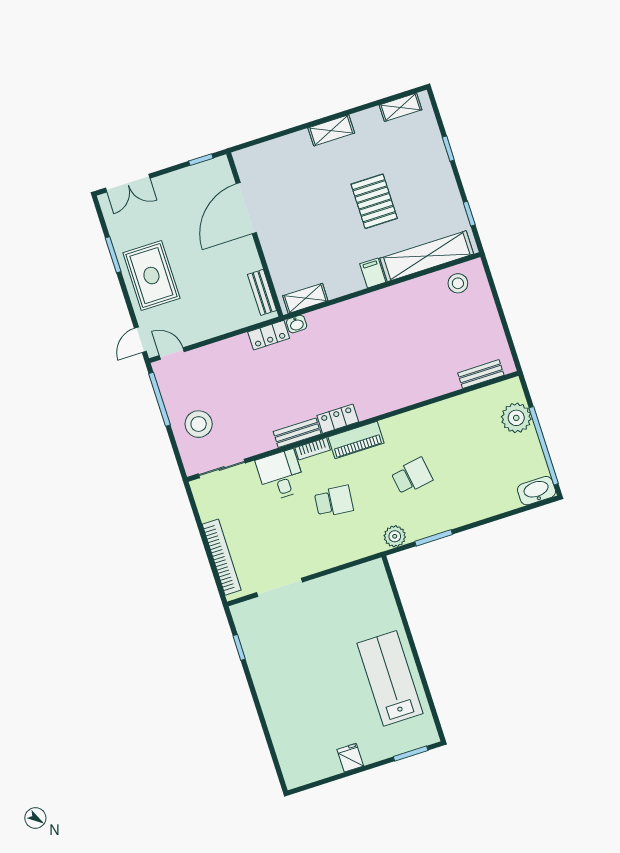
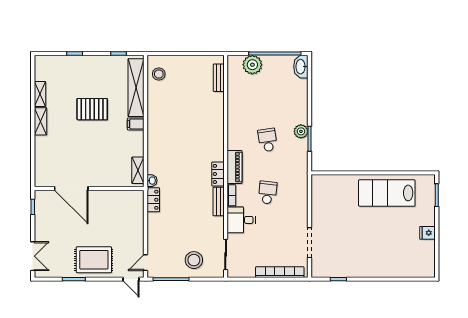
shelving: (400, 107) -> (40, 94), moved
bench: (262, 292) -> (126, 195), removed
plant: (395, 536) -> (301, 131), moved

